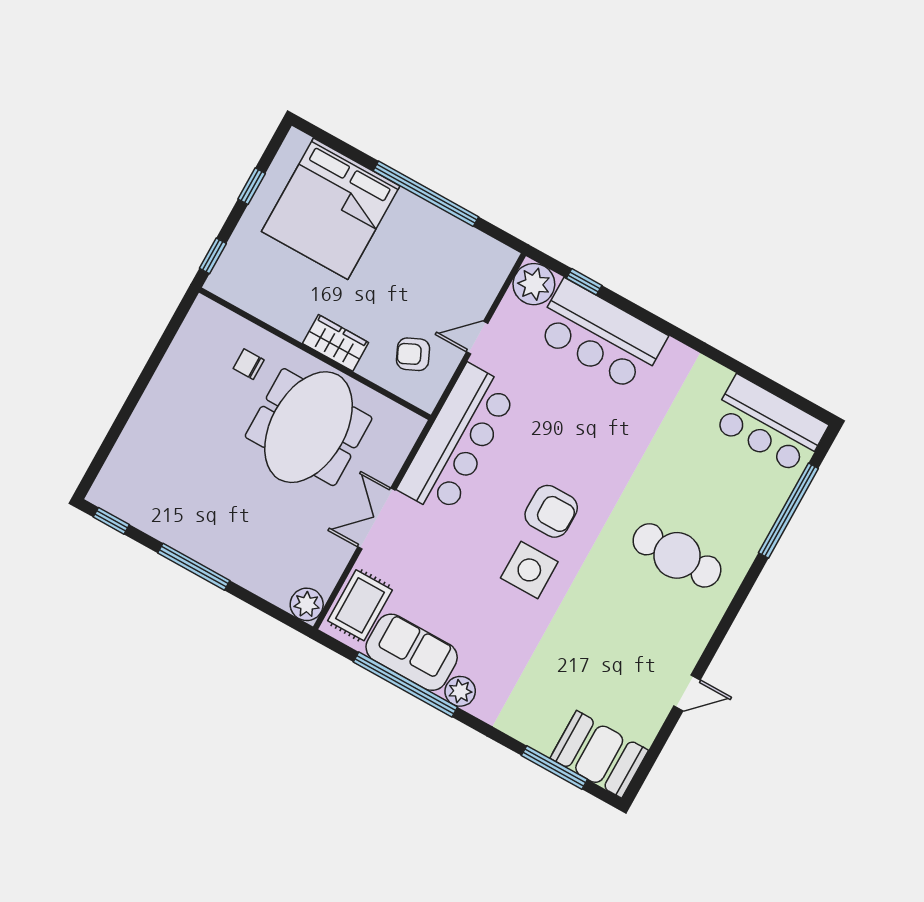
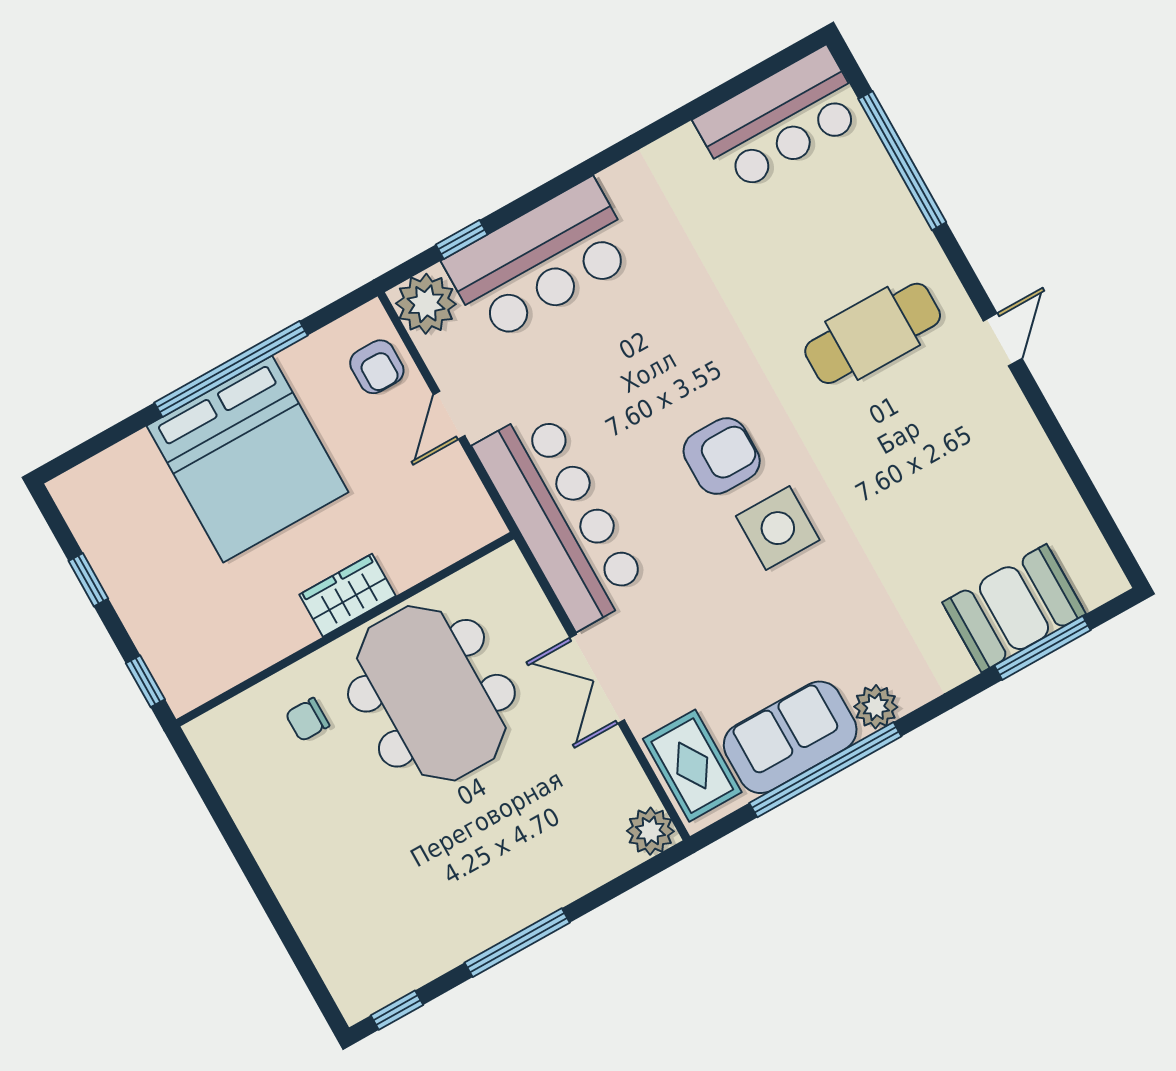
bed: (331, 209) -> (248, 459), moved
armchair: (413, 354) -> (377, 367), moved, turned -65
door: (687, 693) -> (1003, 340), moved
booth: (599, 754) -> (1014, 608), moved

